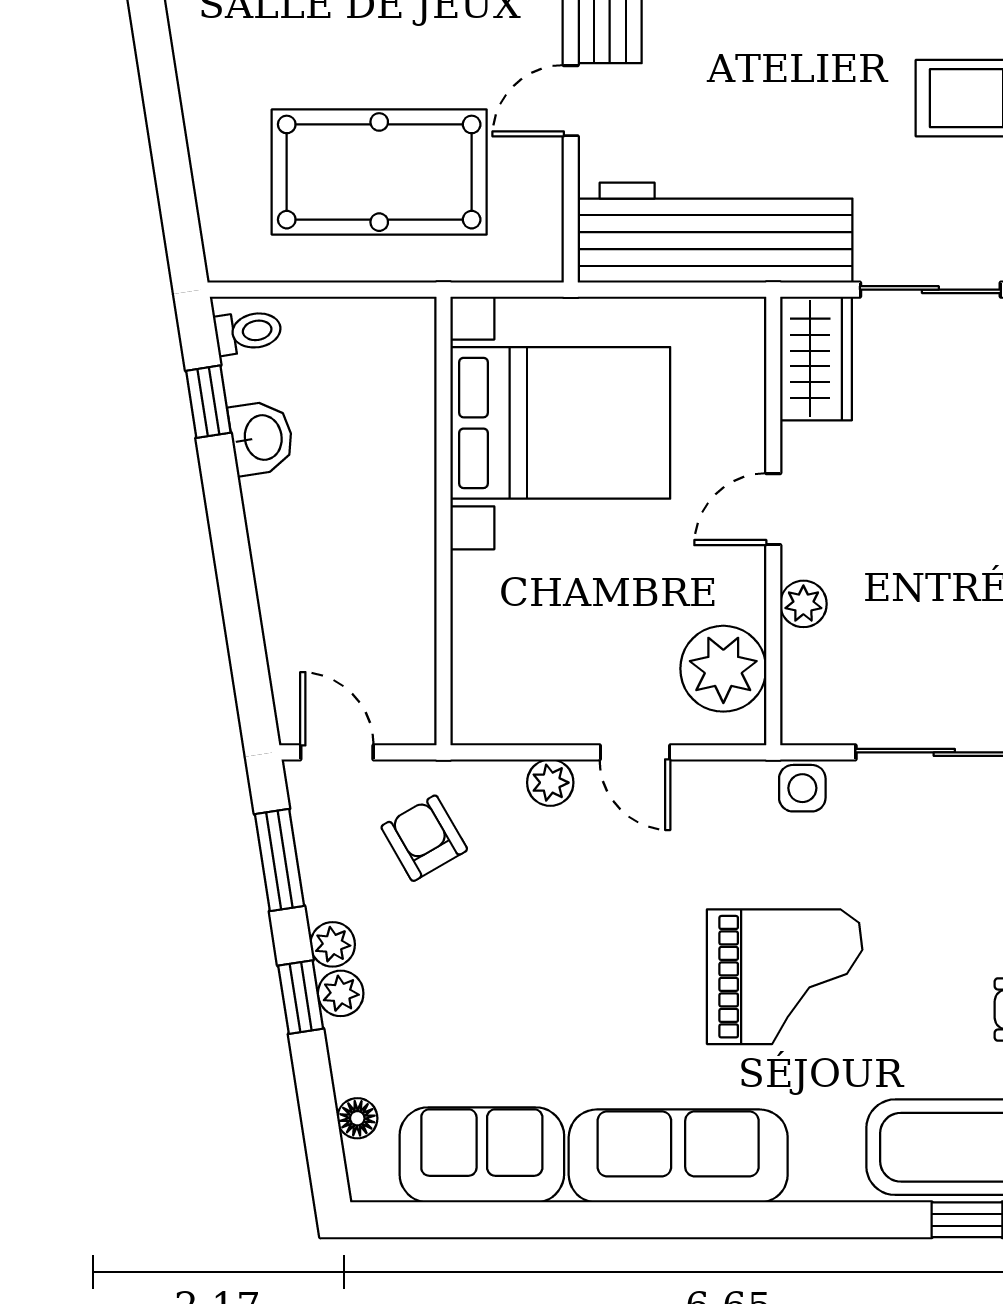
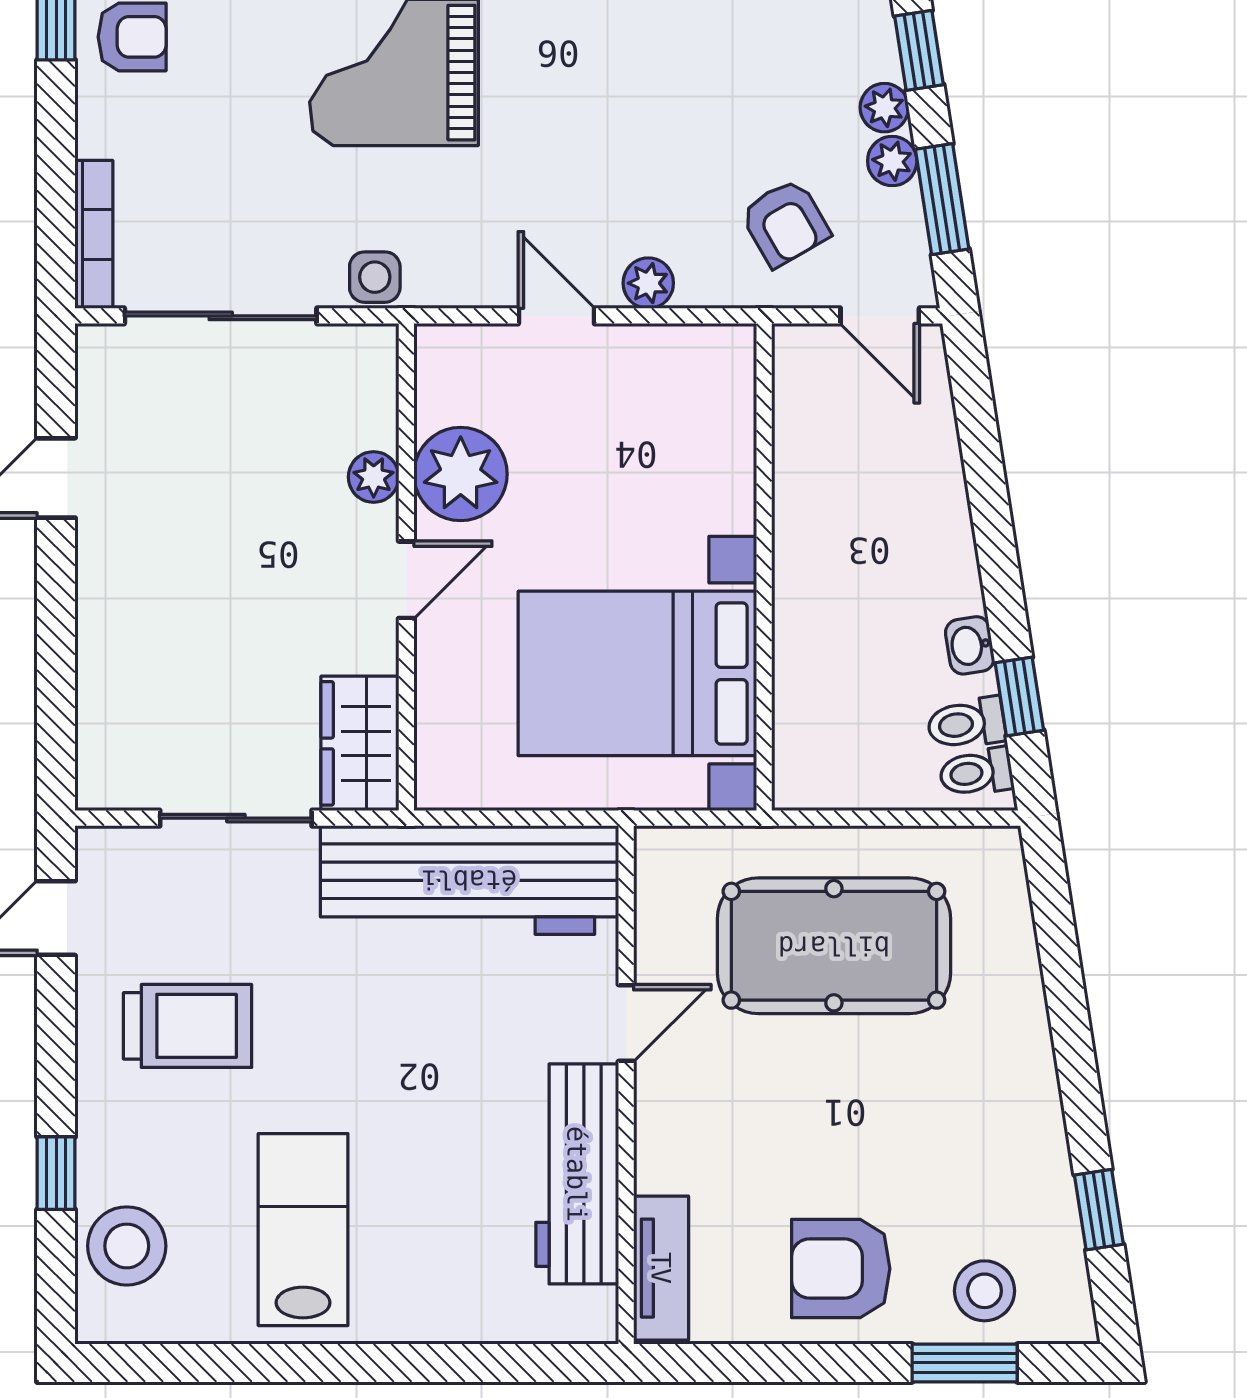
toilet: (257, 377) -> (966, 723), added
washbasin: (262, 438) -> (970, 645), width x0.72, depth x0.69
plant: (723, 669) -> (461, 474), moved
plant: (341, 993) -> (892, 161), moved

